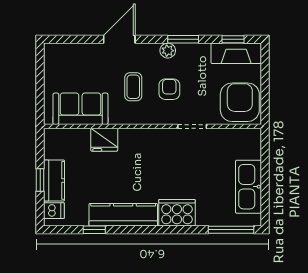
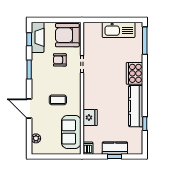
plant: (168, 51) -> (36, 138), moved
armchair: (169, 89) -> (60, 60), moved
dishwasher: (54, 211) -> (88, 148), moved

